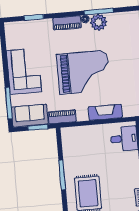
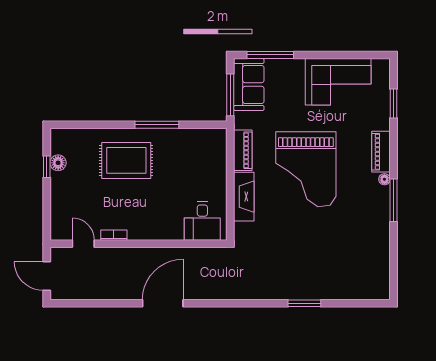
plant: (99, 22) -> (378, 199), removed
corner sofa: (24, 71) -> (338, 82), moved
piano: (62, 117) -> (243, 150), moved
window: (38, 127) -> (230, 95), width x1.44

